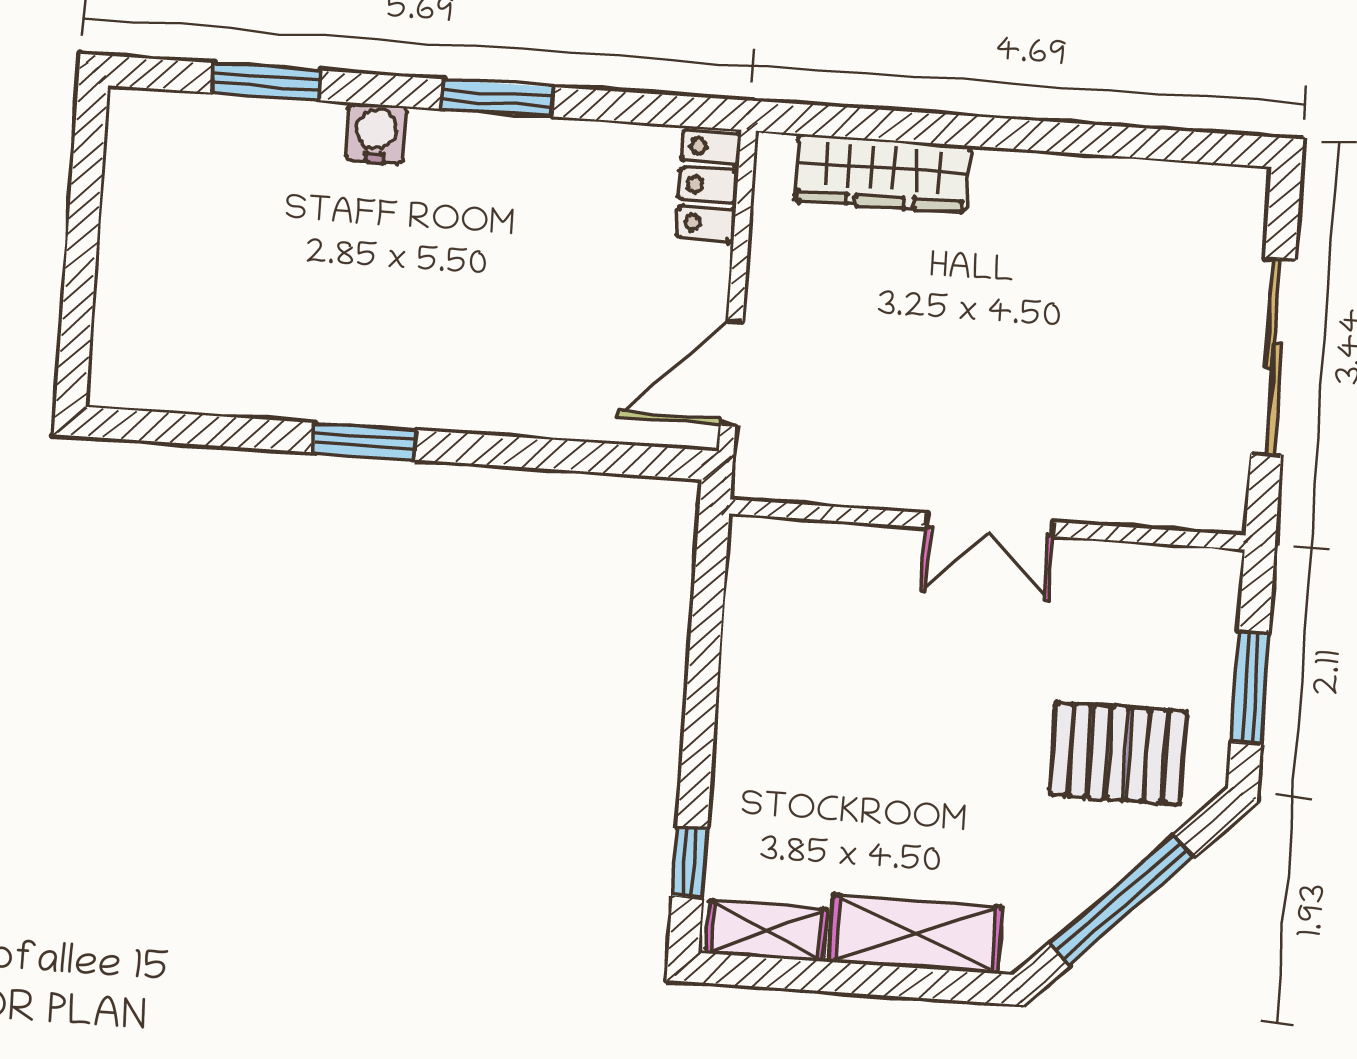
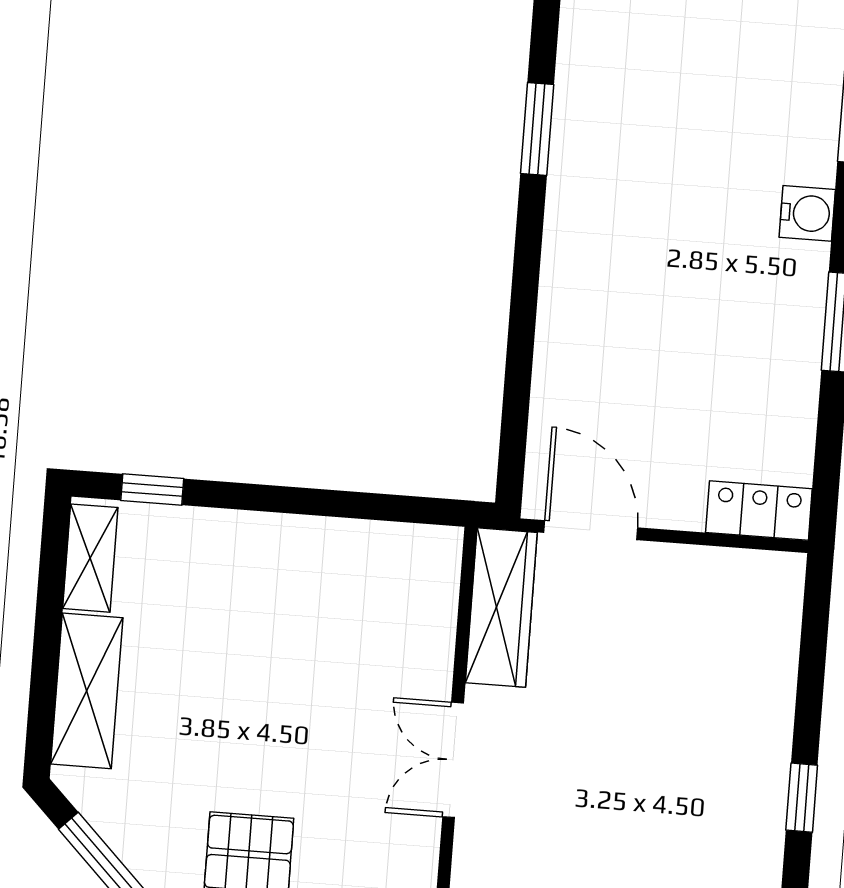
window: (1029, 135) -> (802, 798), added
wardrobe: (882, 173) -> (501, 608), moved, turned 180
window: (365, 441) -> (537, 129), moved

